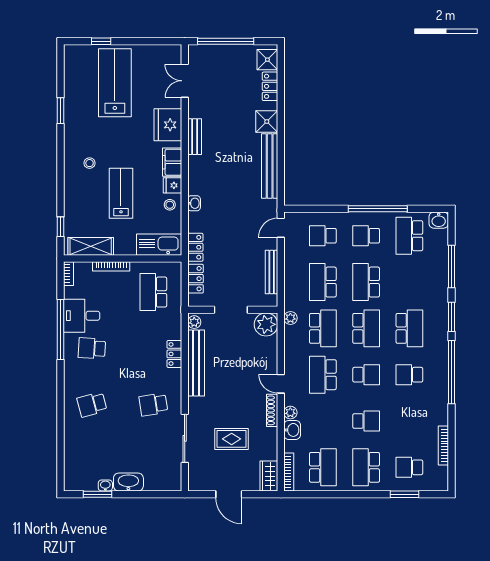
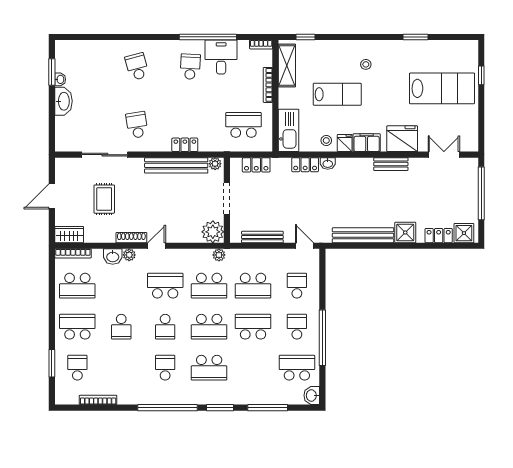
locker: (195, 247) -> (305, 165), moved
school desk: (323, 282) -> (253, 286), turned 180

